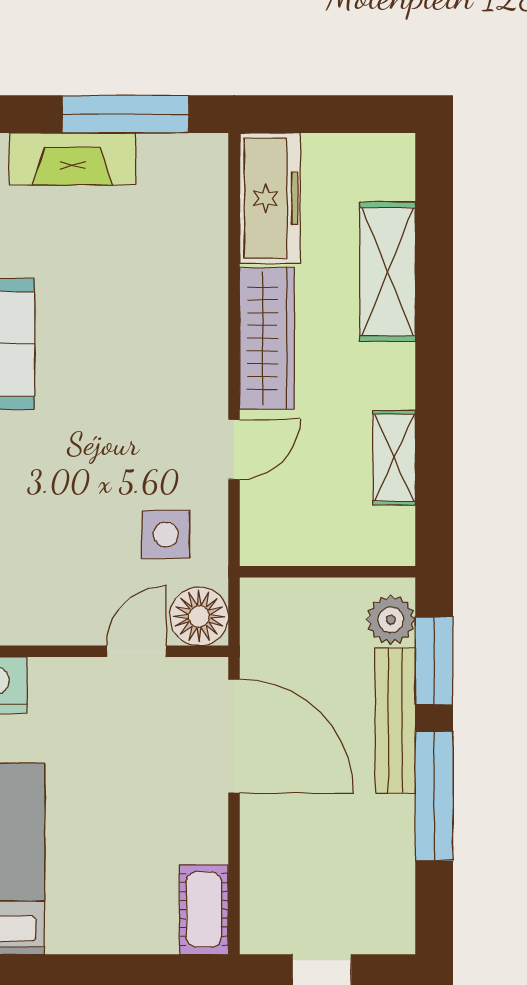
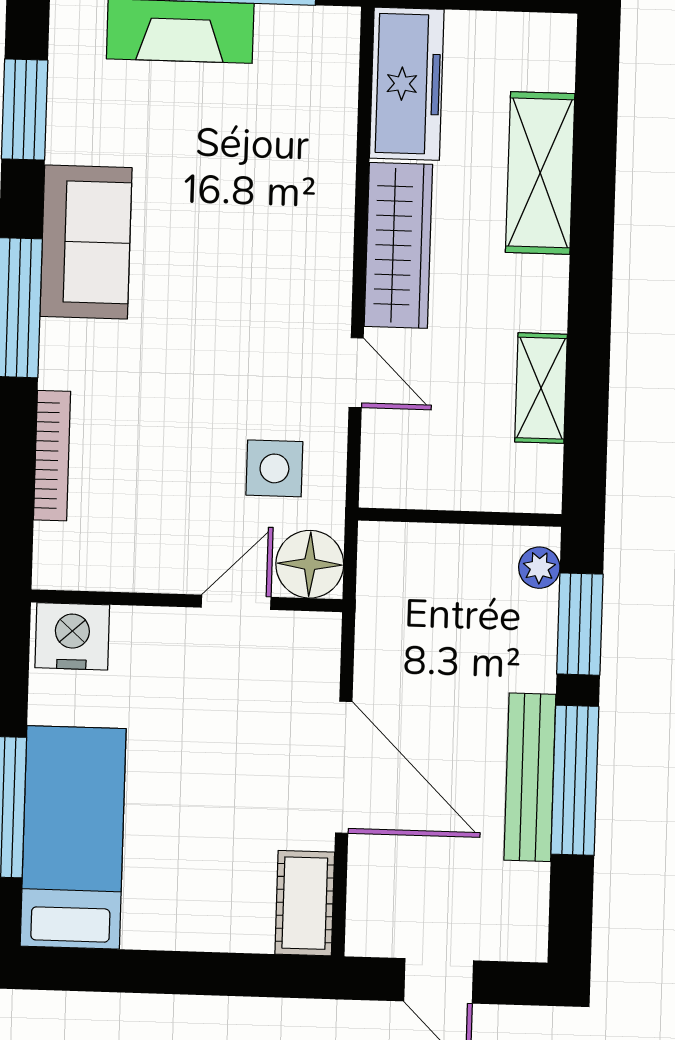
door: (234, 449) -> (356, 373), hinge flipped
plant: (391, 620) -> (539, 568), width x0.73, depth x0.73
bench: (395, 721) -> (530, 777), moved
door: (234, 736) -> (344, 767), moved

